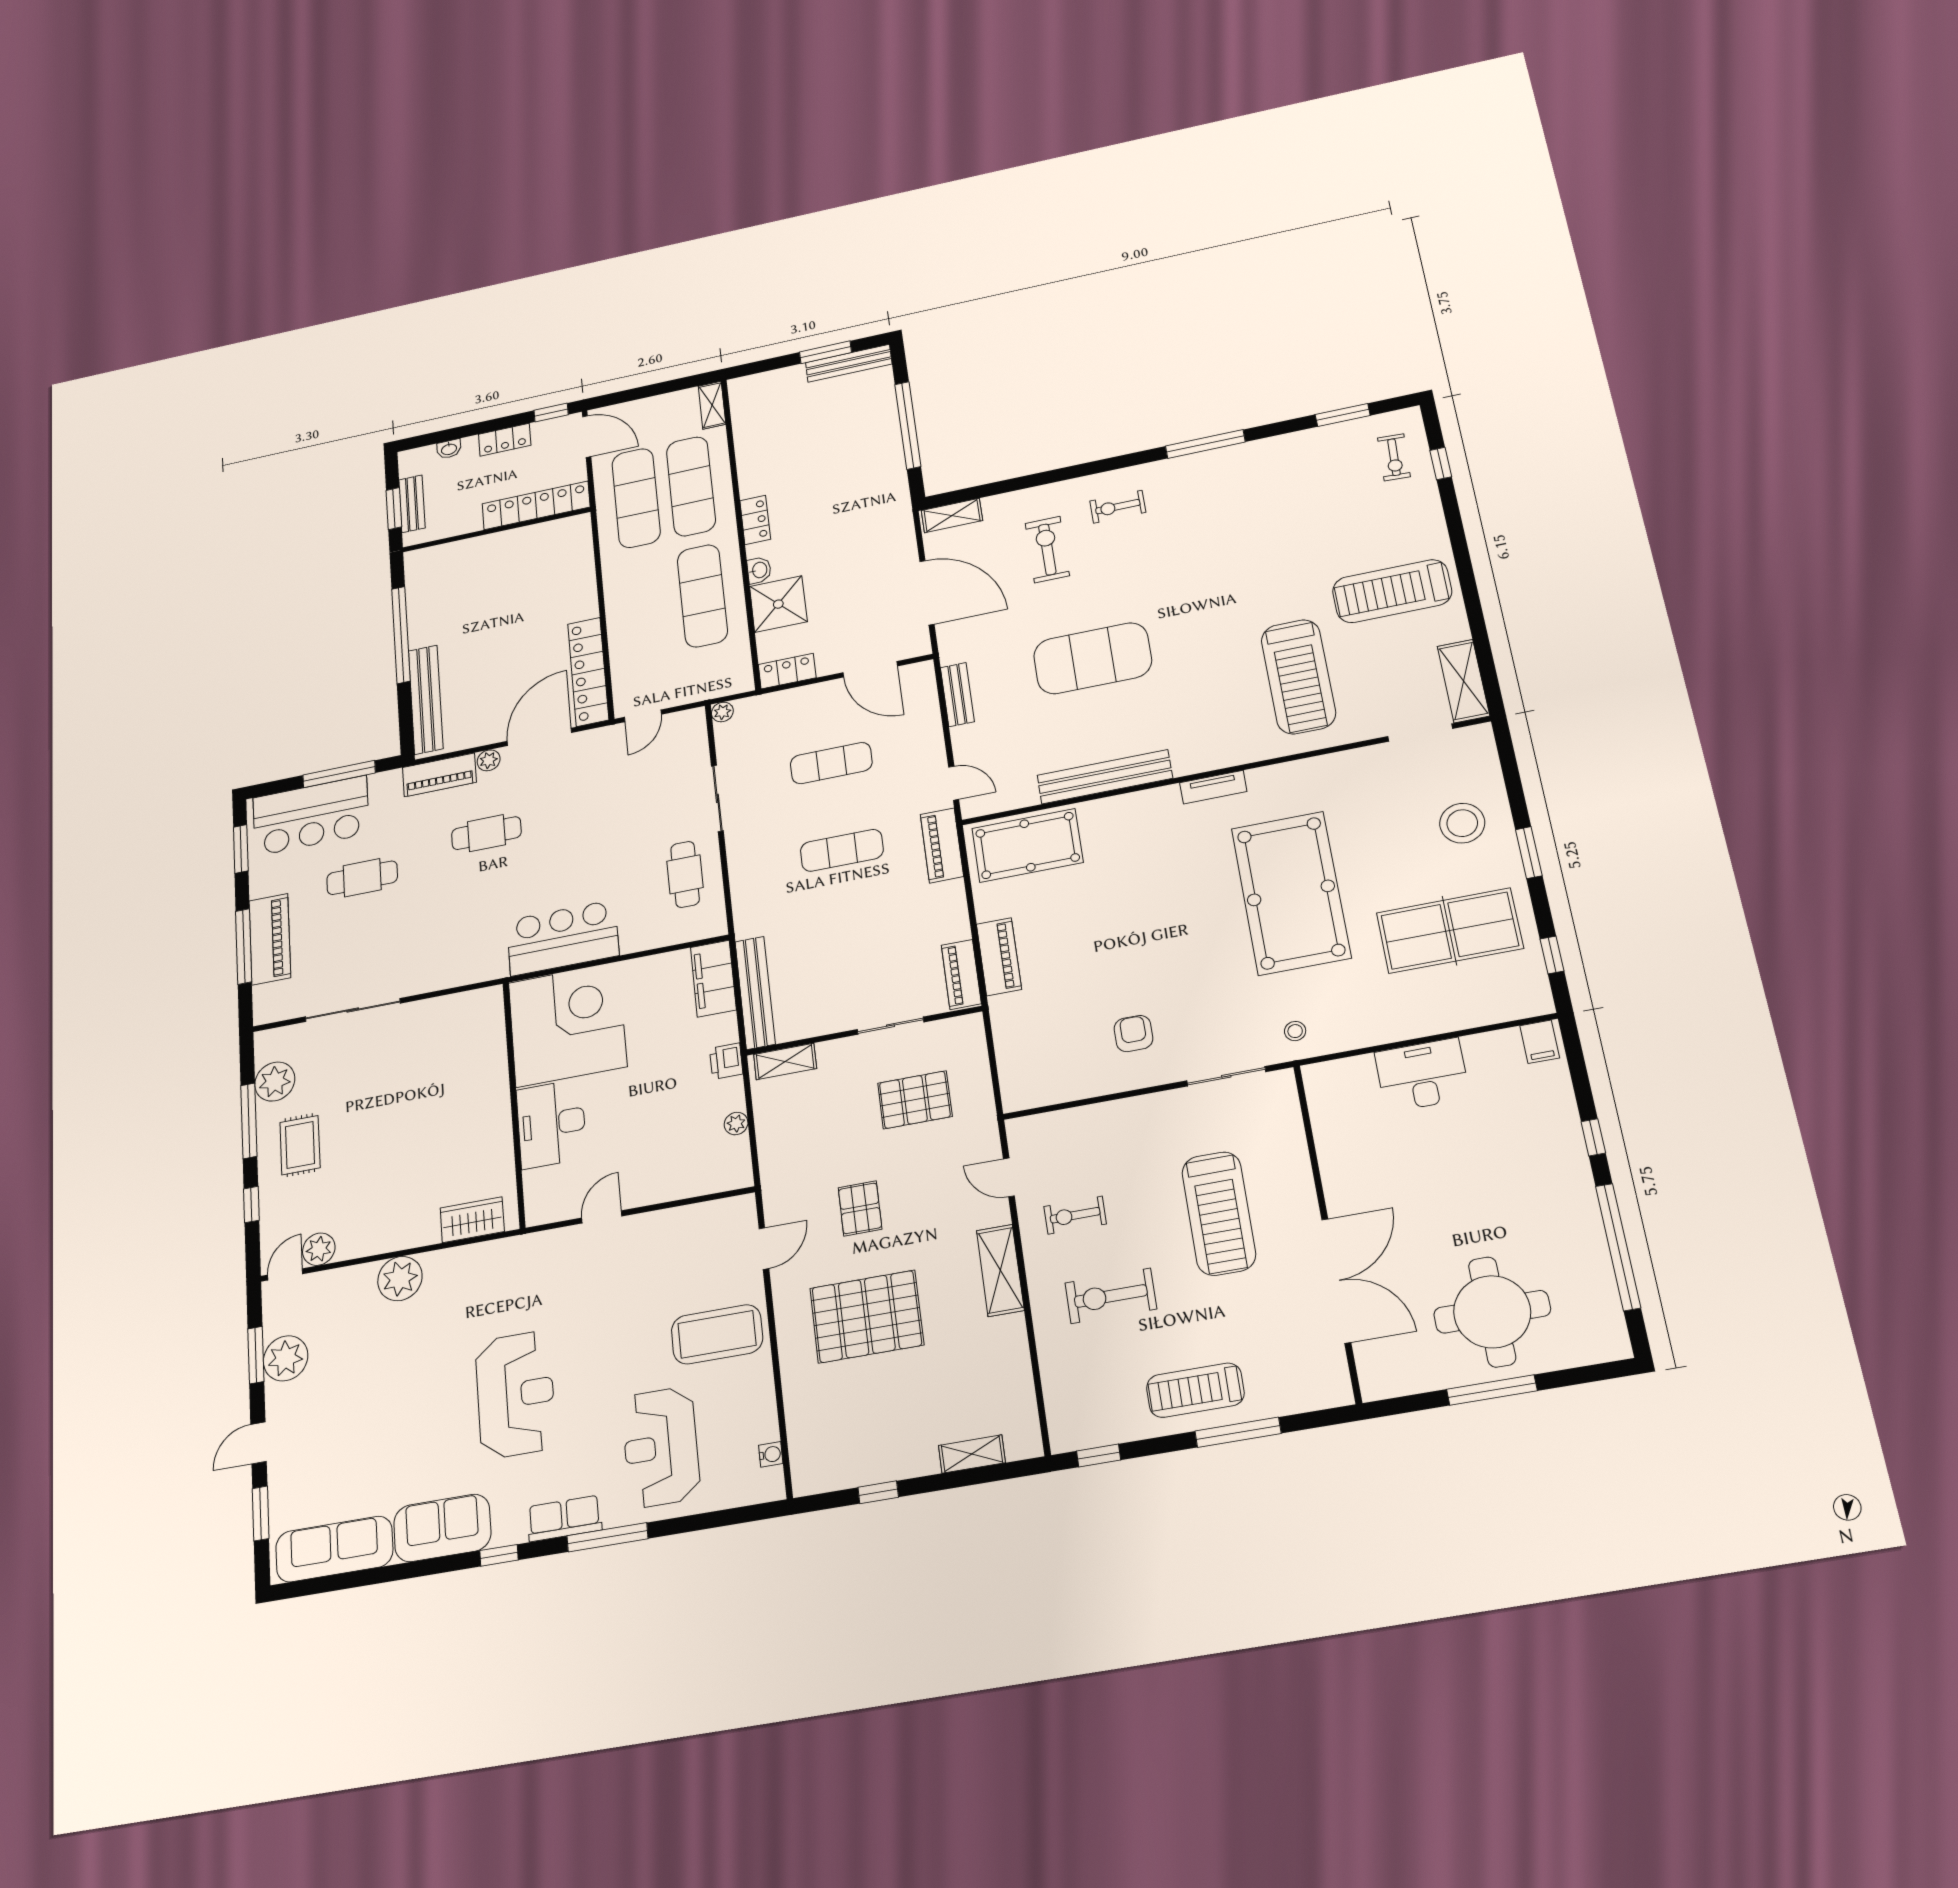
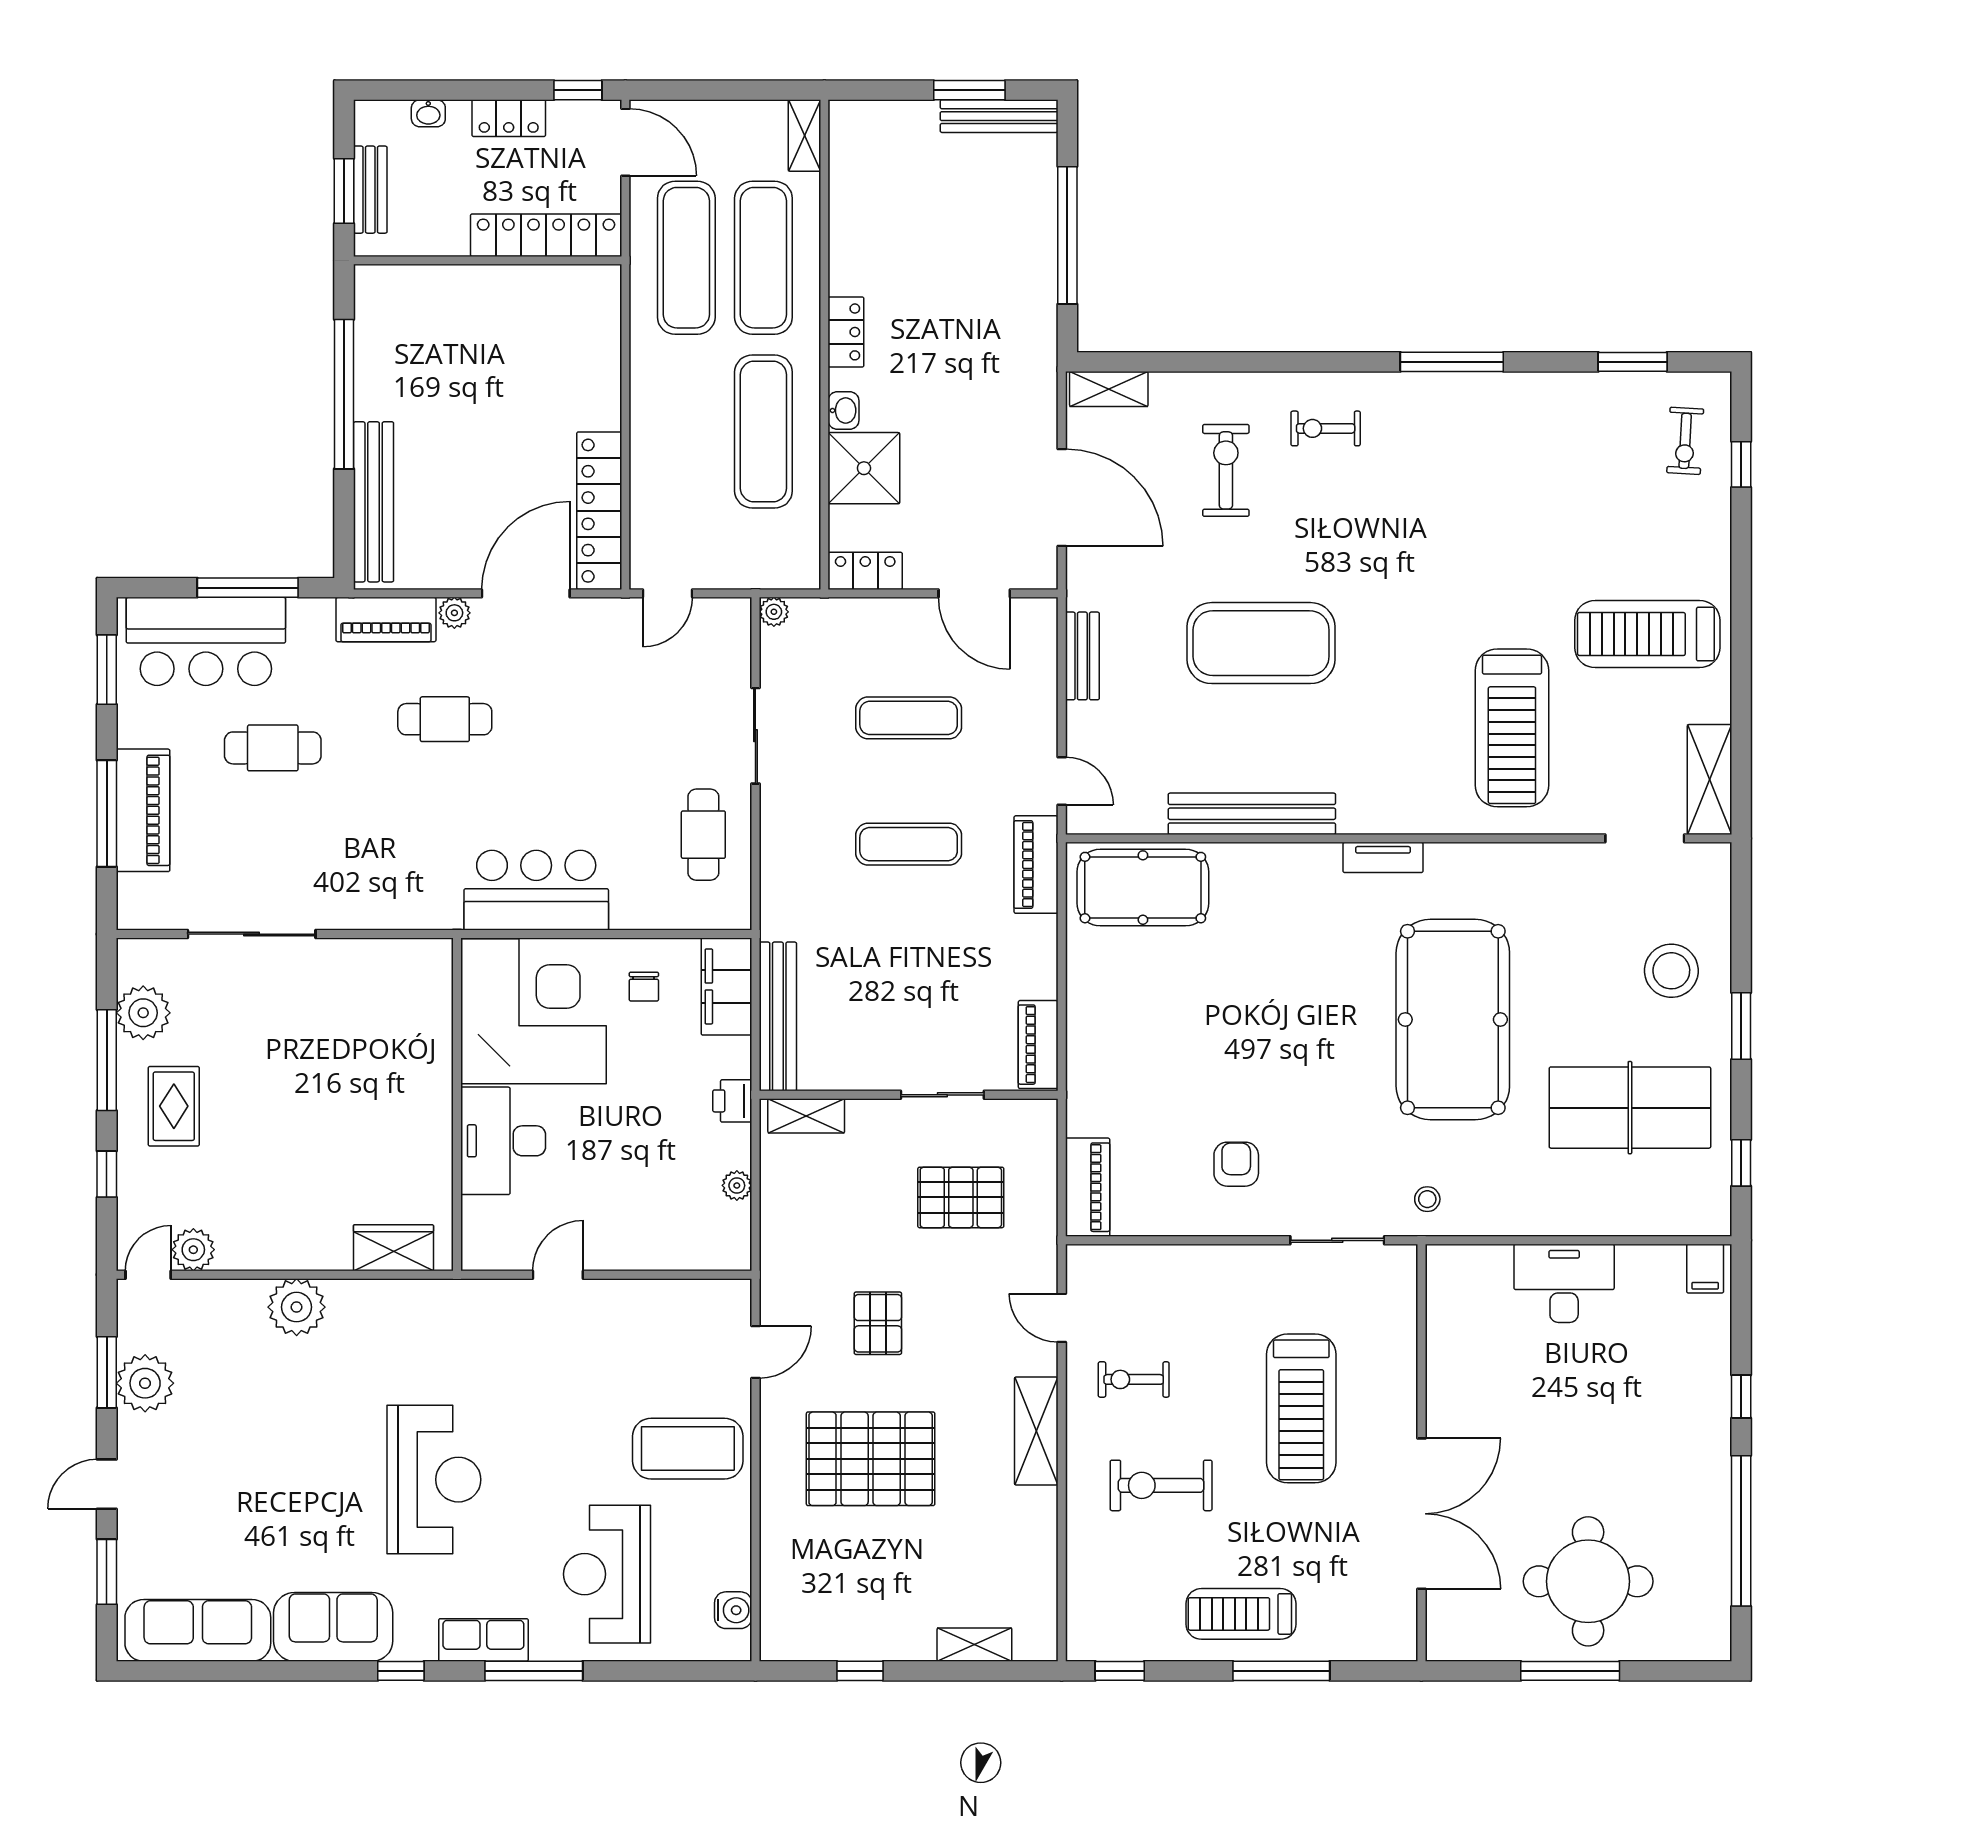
piano: (999, 957) -> (1088, 1187), moved
chair: (650, 991) -> (644, 987), added
water cooler: (771, 1454) -> (733, 1610), width x1.38, depth x1.38

